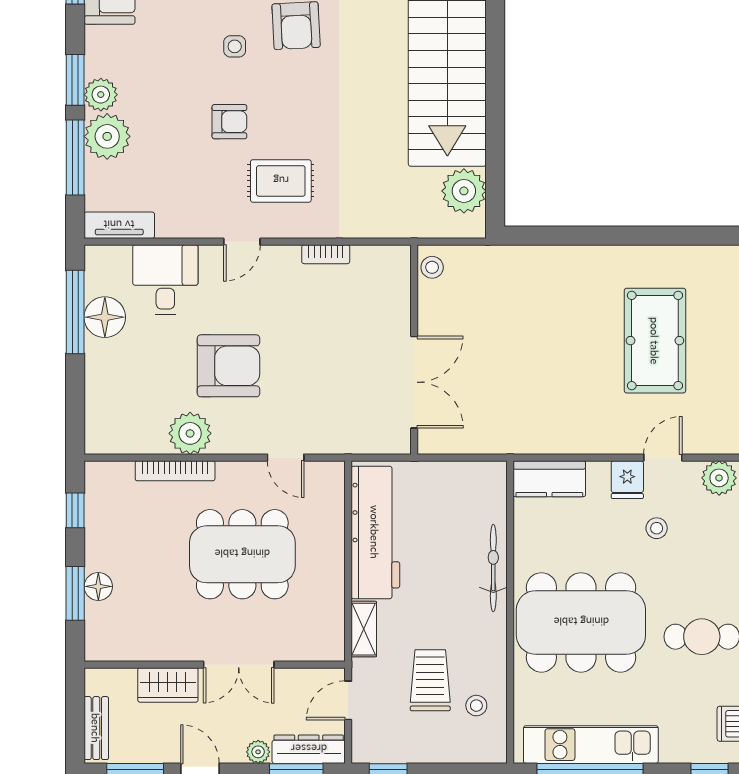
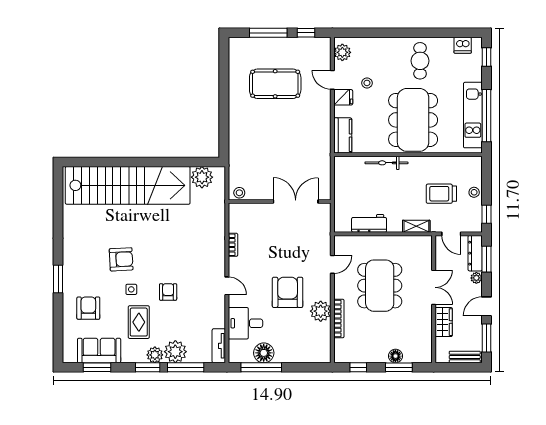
rug: (281, 181) -> (139, 322), moved
workbench: (375, 532) -> (369, 223), width x0.53, depth x0.76
stool: (476, 706) -> (474, 192), moved

